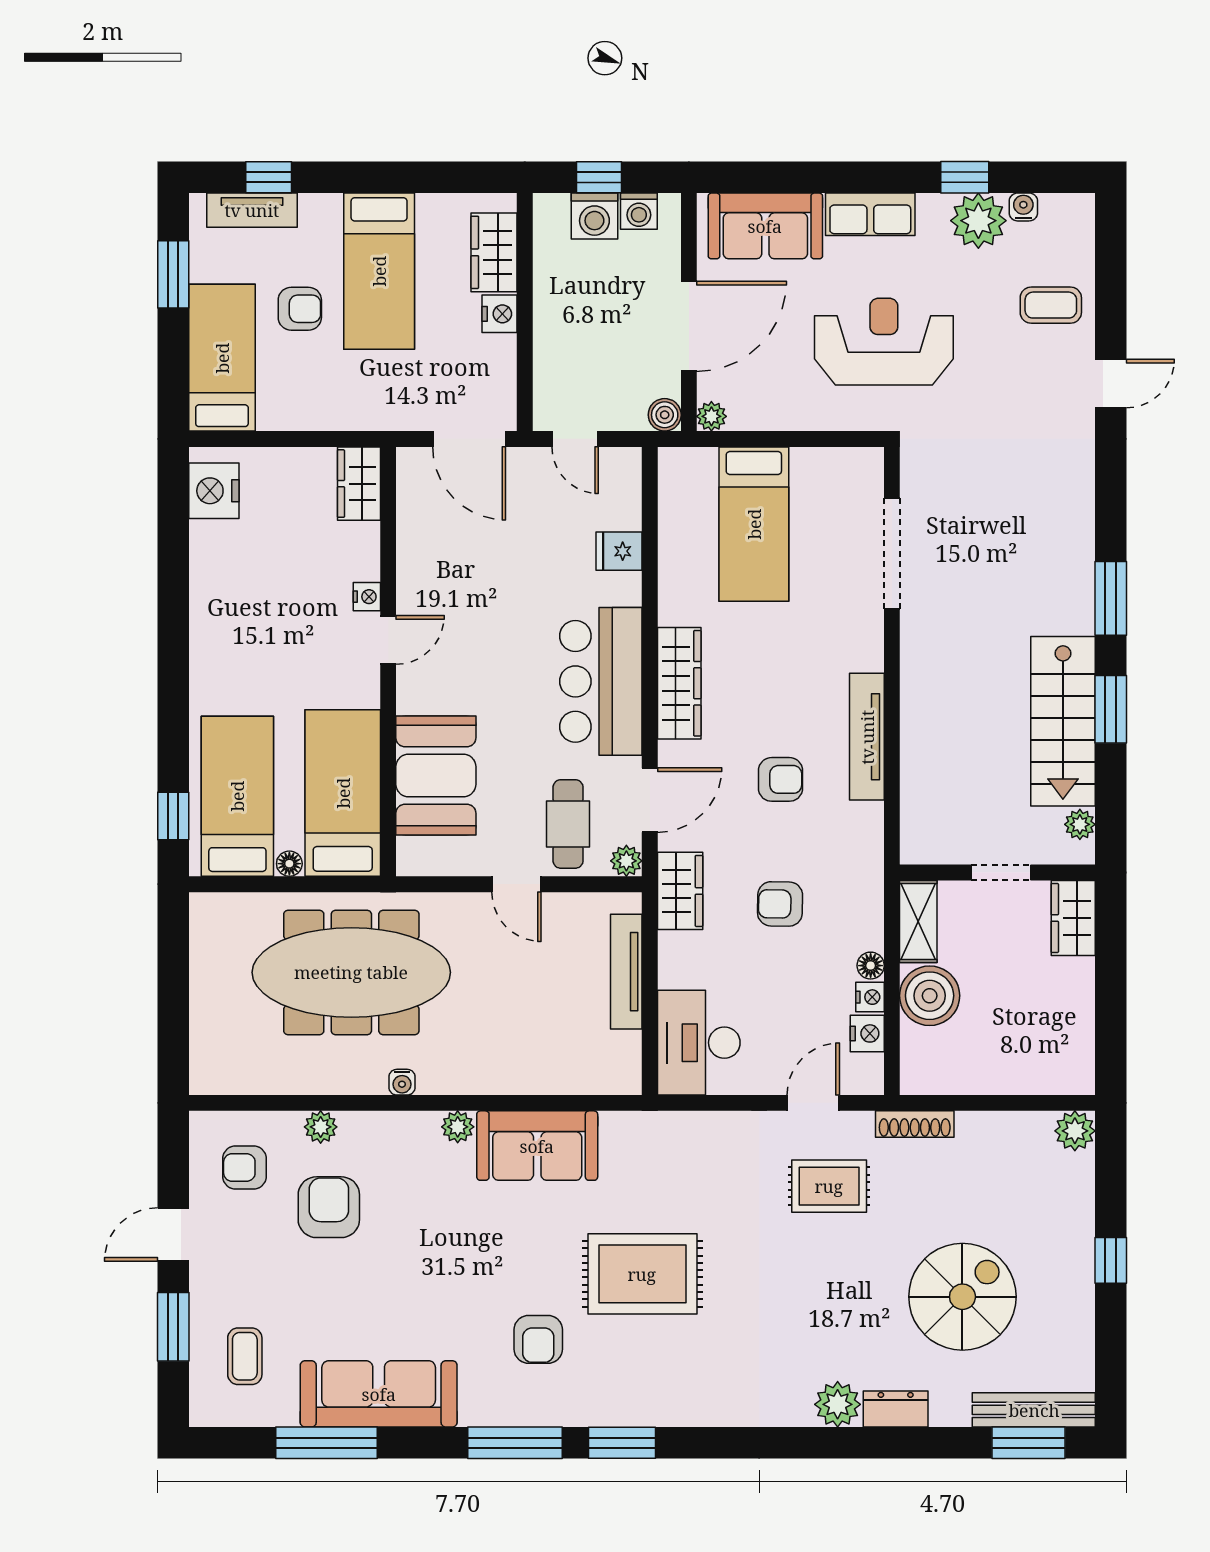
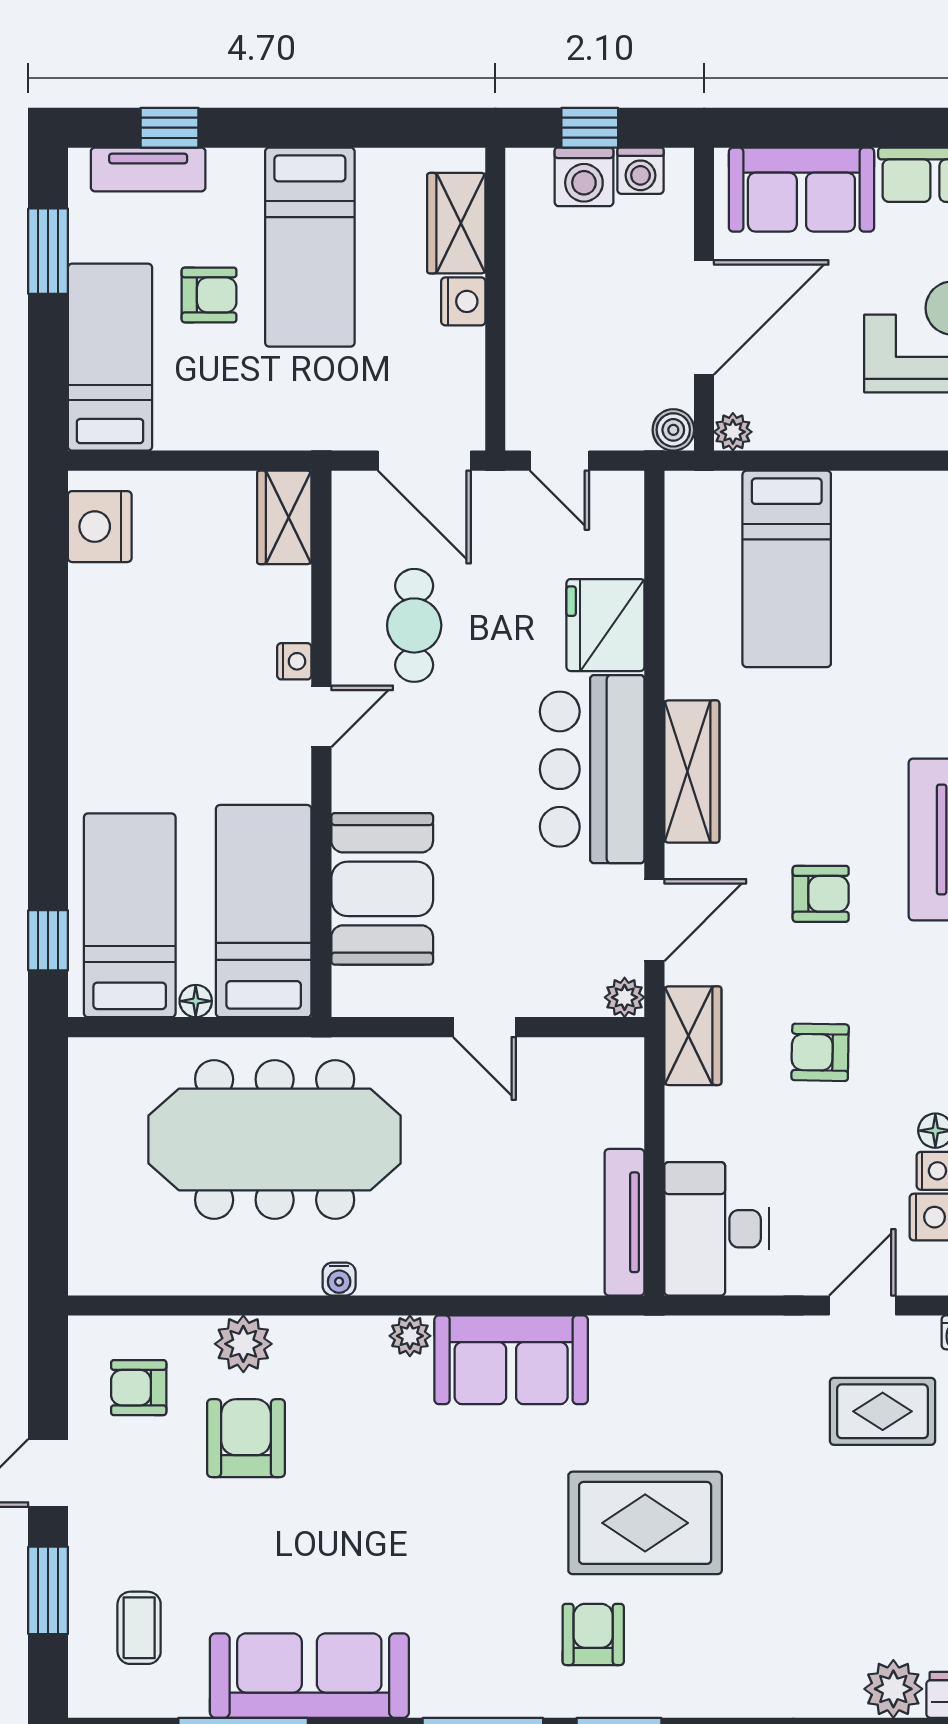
fridge: (619, 551) -> (605, 625), width x1.88, depth x1.34
cafe table: (568, 824) -> (414, 625), moved
tv unit: (626, 972) -> (625, 1222), moved
plant: (321, 1127) -> (243, 1344), width x1.38, depth x1.38
armchair: (538, 1339) -> (593, 1634), moved, turned 180

